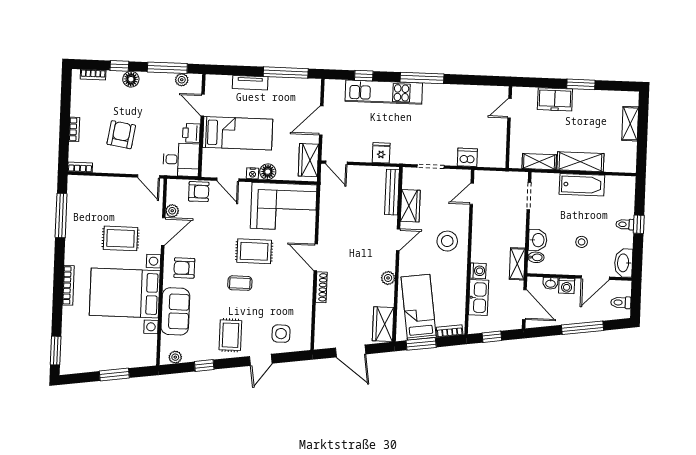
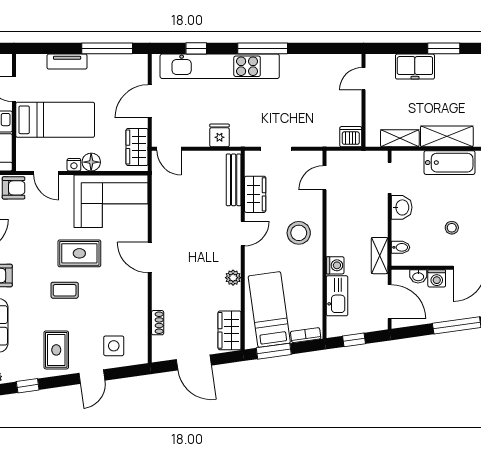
kitchen unit: (384, 92) -> (220, 66), width x1.36
dishwasher: (467, 157) -> (351, 137), moved
washbasin: (538, 240) -> (402, 207), moved
shoe rack: (321, 287) -> (158, 323), moved, width x0.70

